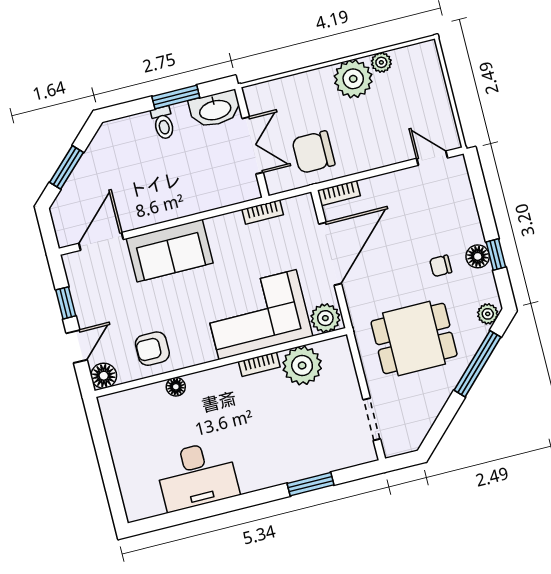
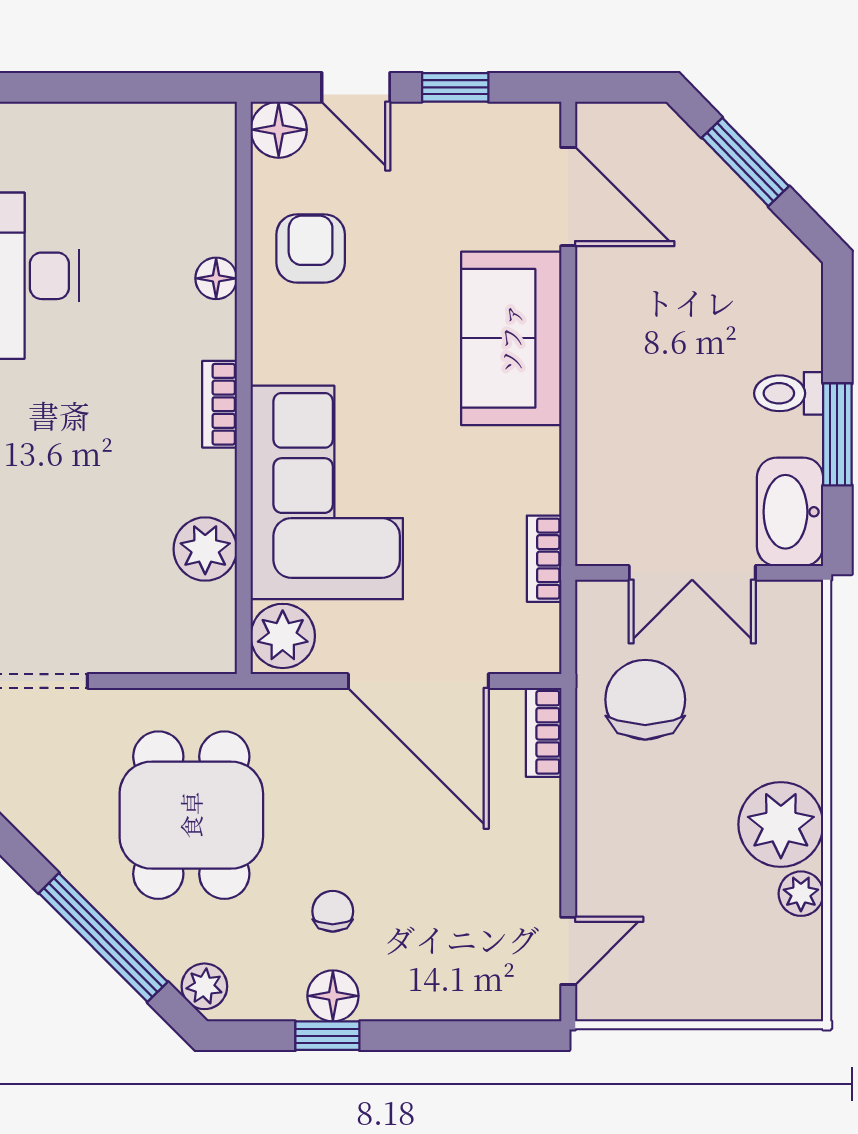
bookcase: (259, 364) -> (220, 404), moved
plant: (302, 365) -> (205, 549), width x0.73, depth x0.73

